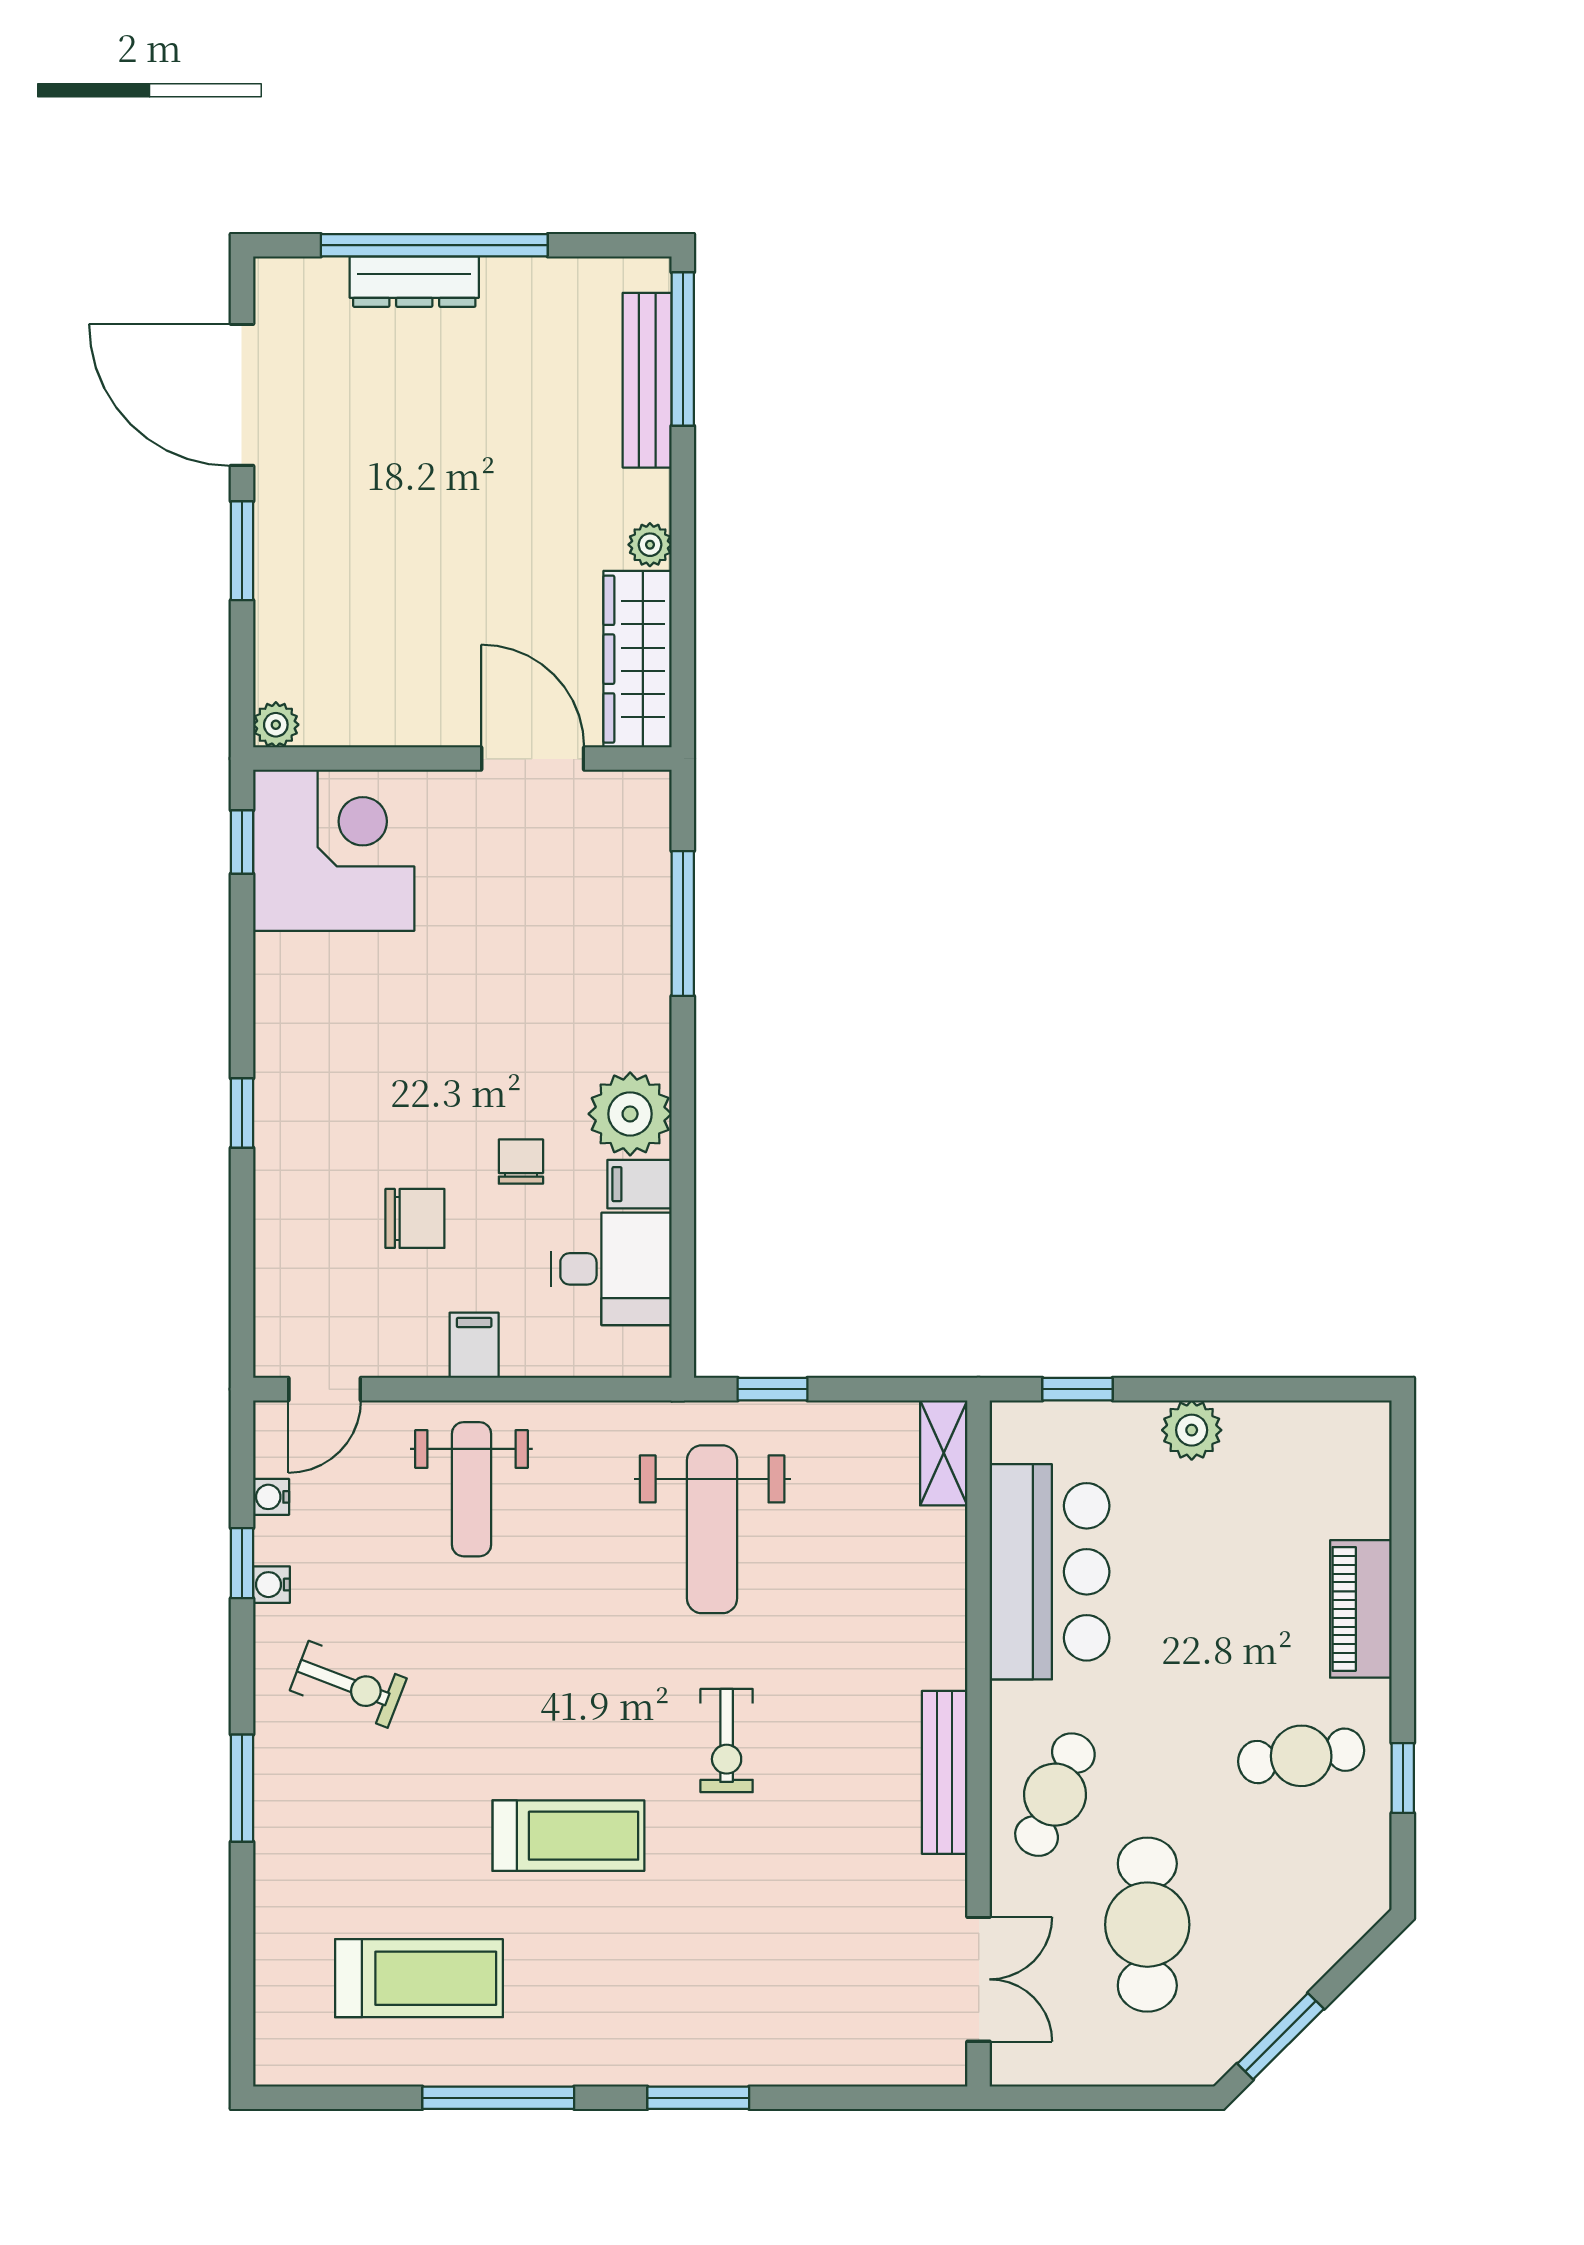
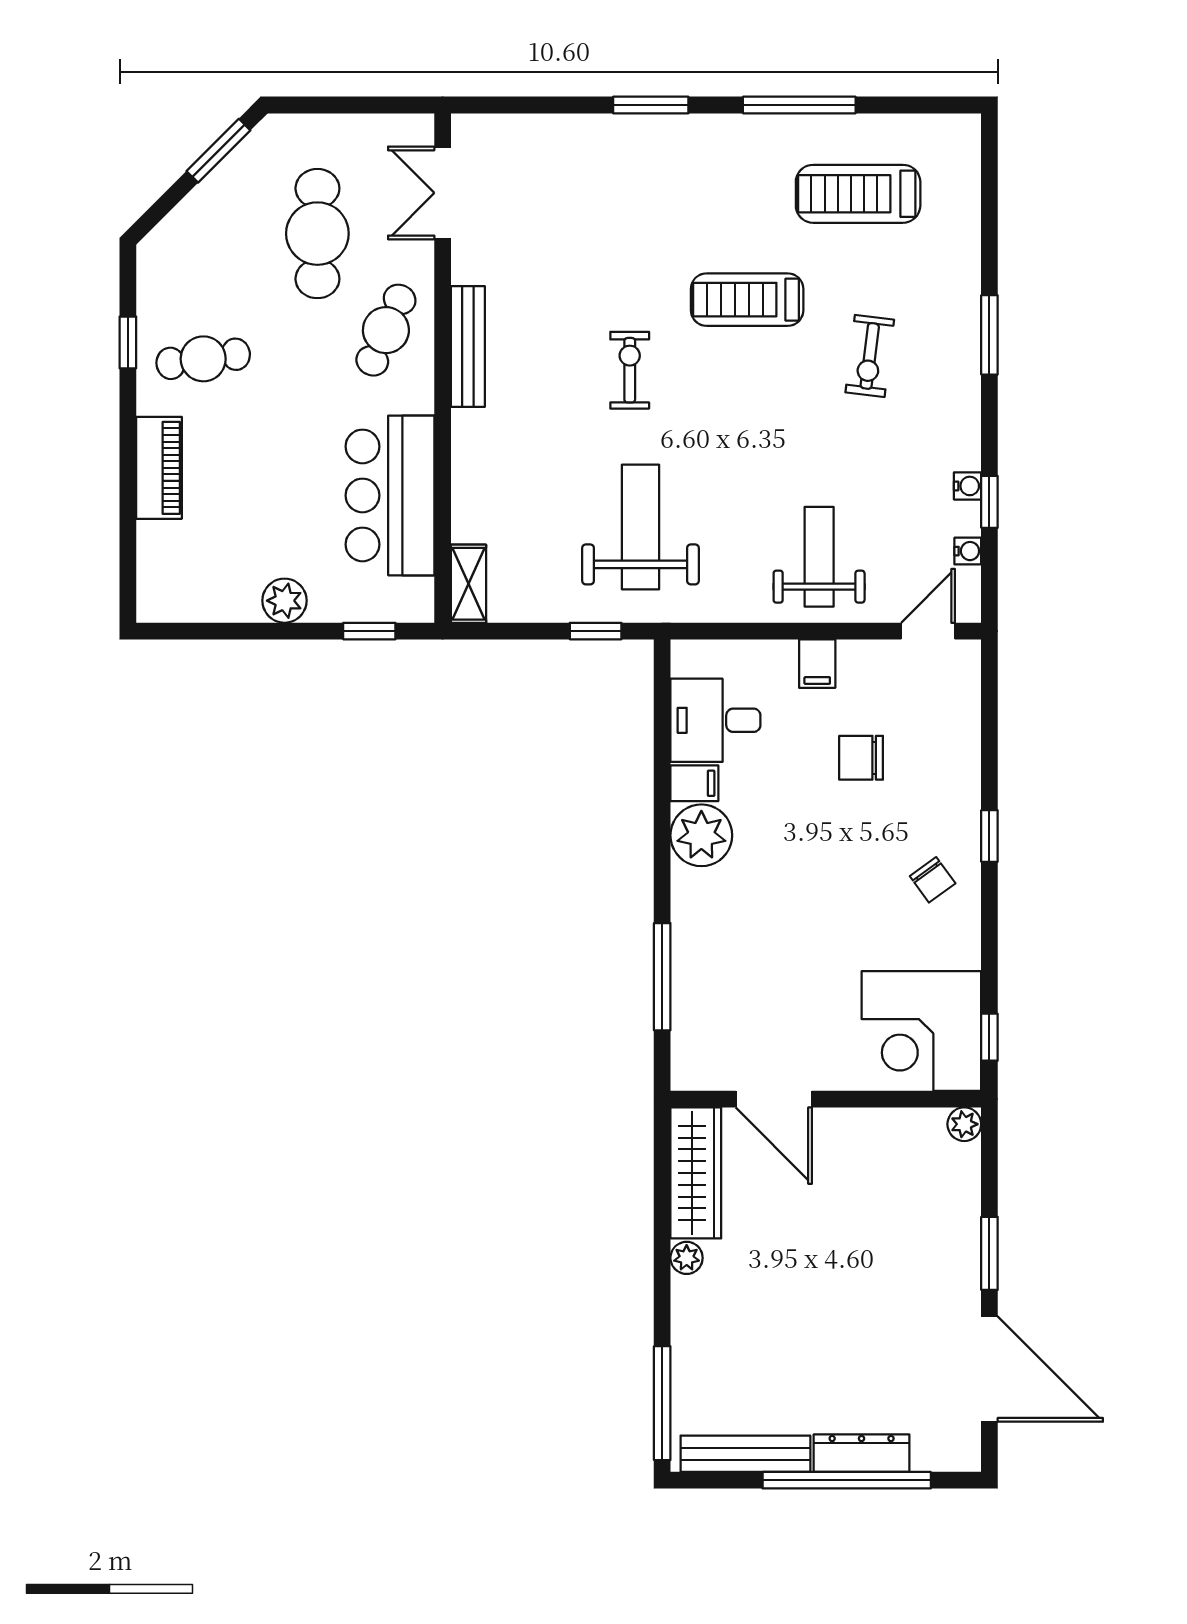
bench: (647, 380) -> (745, 1454), moved, turned 90
chair: (521, 1162) -> (933, 880), moved, turned -36
exercise bike: (348, 1684) -> (870, 356), moved, turned -104

